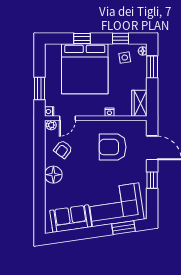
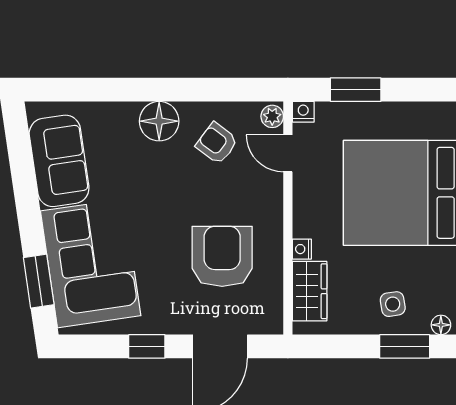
side table: (125, 58) -> (393, 304), moved
wardrobe: (139, 103) -> (310, 291), moved, turned 90

